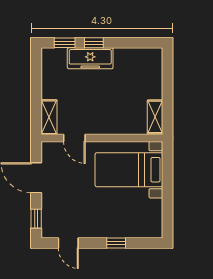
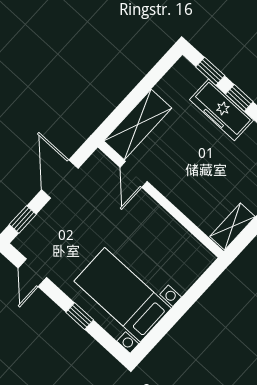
shelving: (49, 117) -> (138, 124), width x1.50, depth x1.33
bed with nightstands: (129, 170) -> (123, 295), moved

